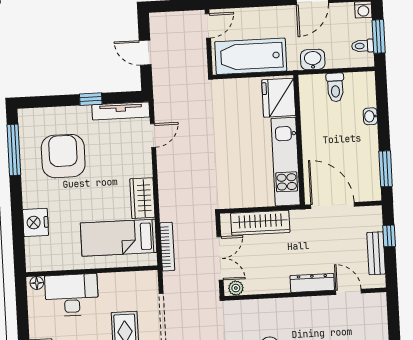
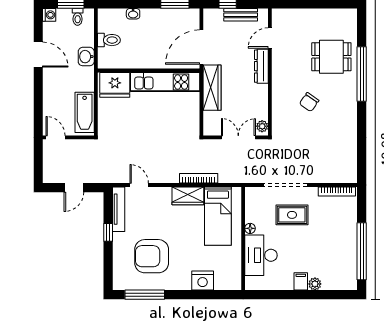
bathtub: (251, 56) -> (85, 112), width x0.73, depth x0.73
wardrobe: (260, 223) -> (212, 88), moved
bookcase: (167, 247) -> (199, 178), moved
floor lamp: (37, 283) -> (250, 228), moved

